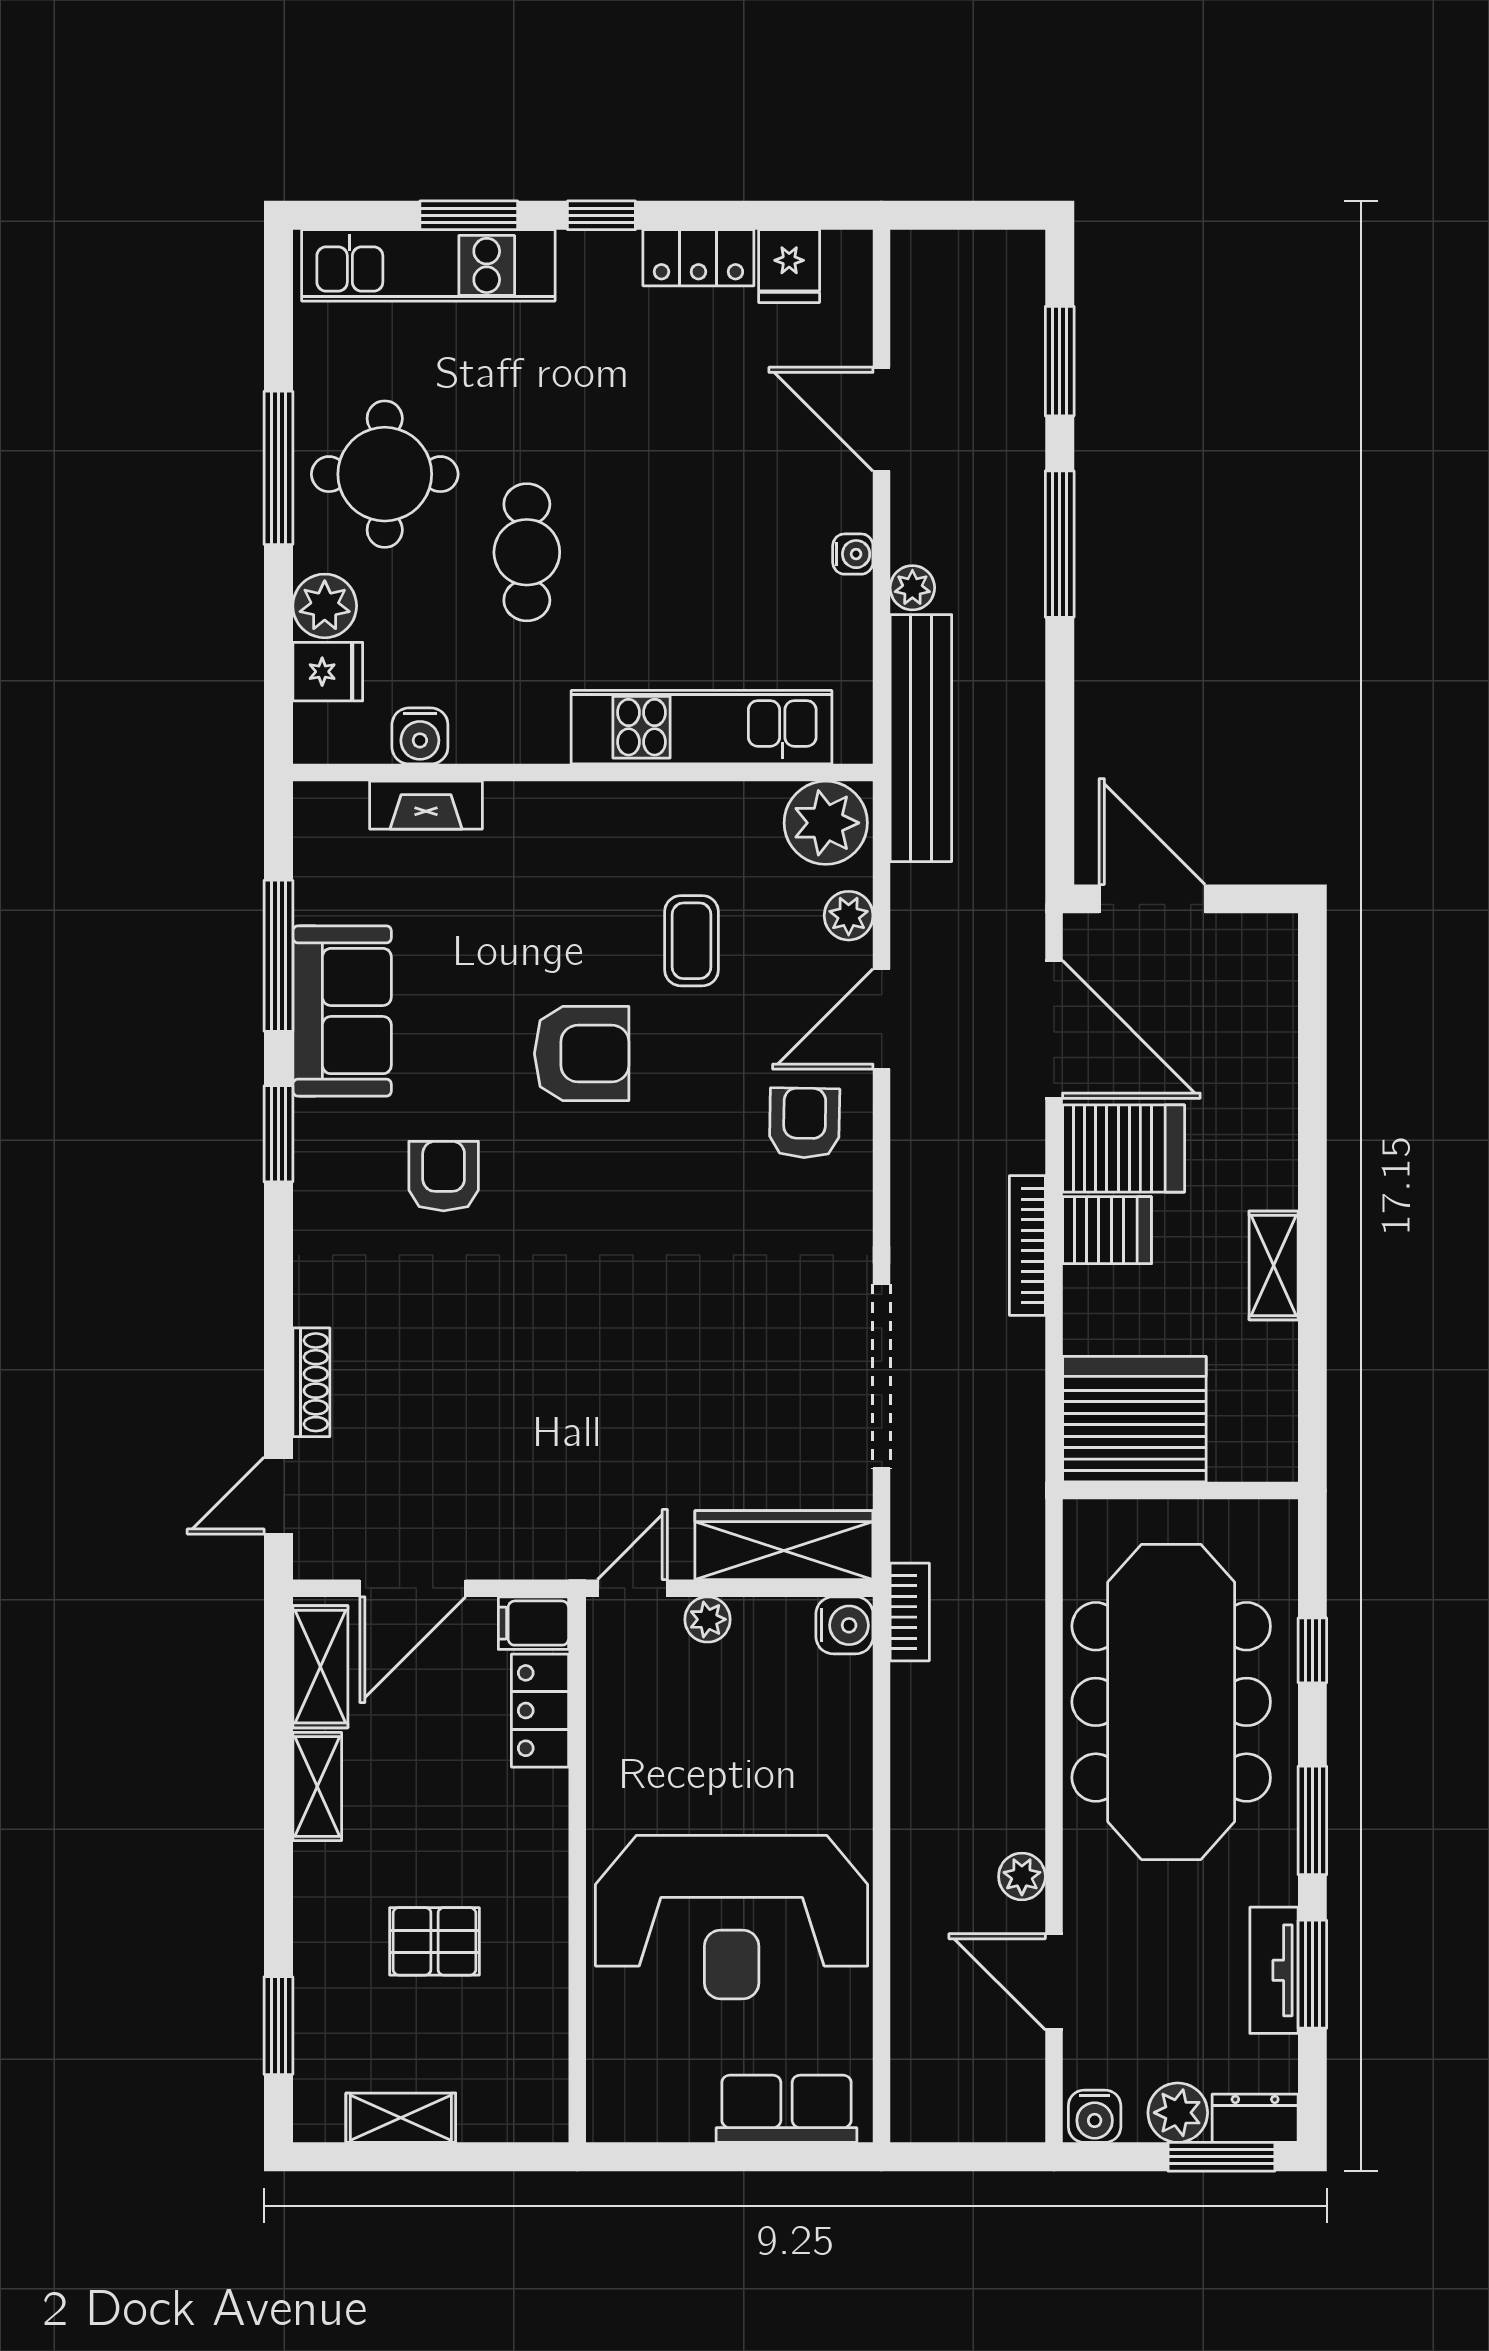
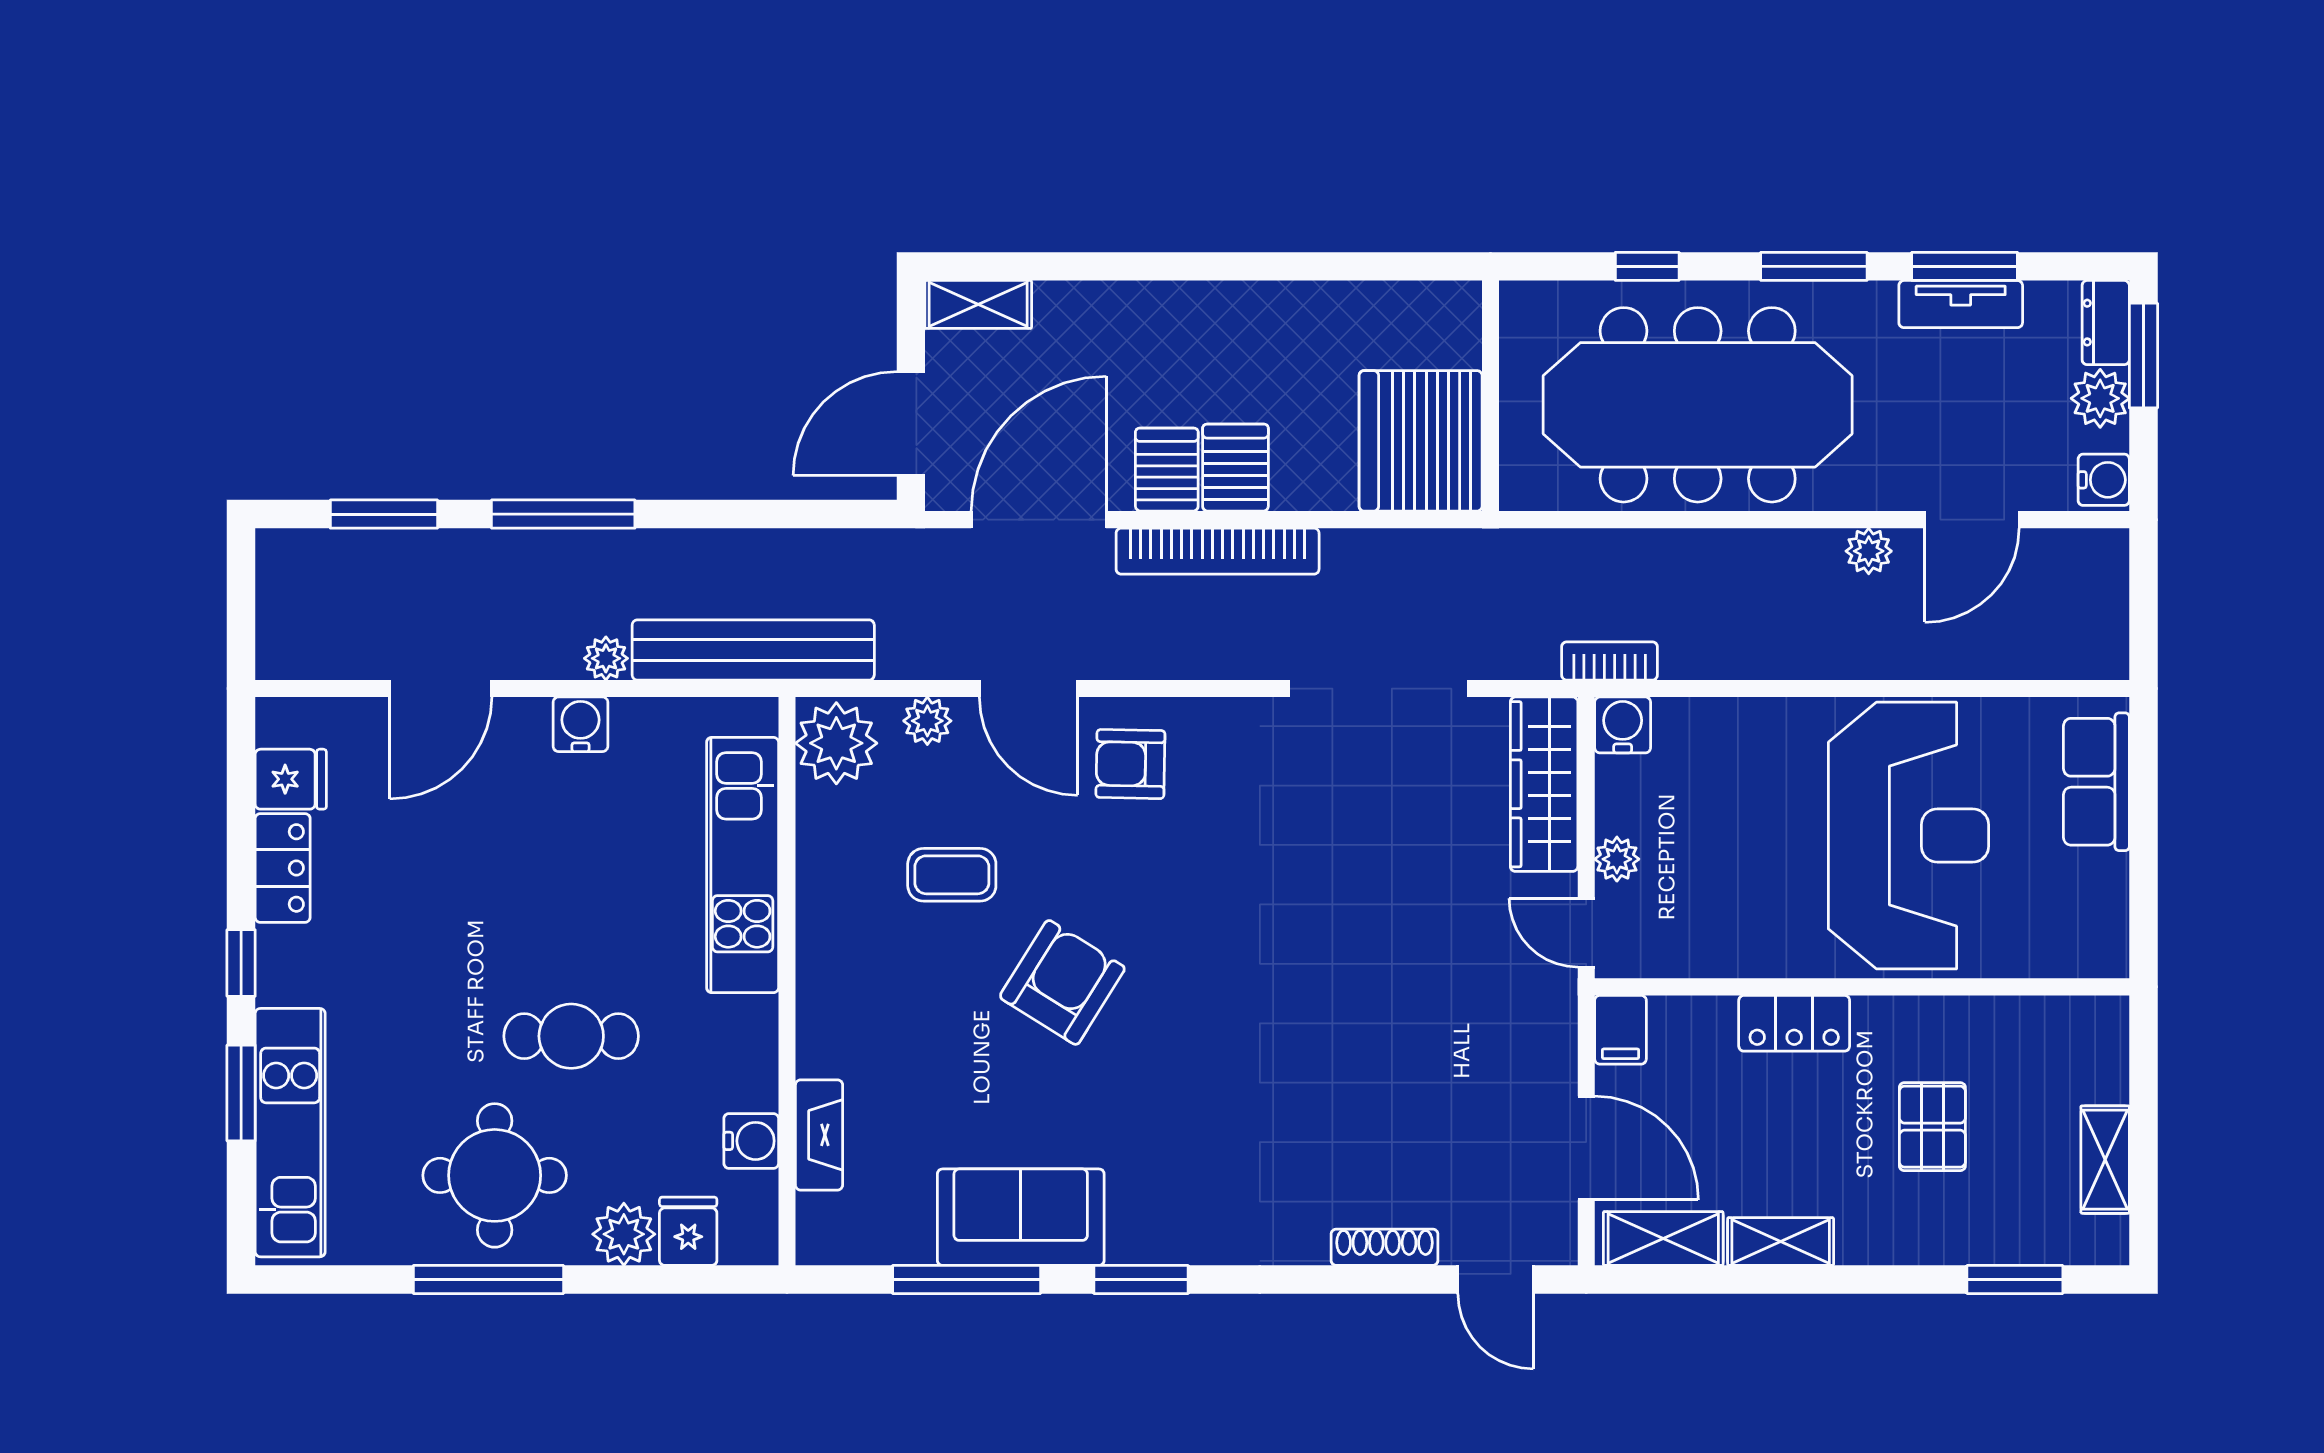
water cooler: (853, 554) -> (580, 724), width x1.38, depth x1.38
armchair: (582, 1054) -> (1062, 982), turned 32
server rack: (1124, 1148) -> (1167, 470), width x0.73, depth x0.70
armchair: (444, 1176) -> (1182, 1118), removed
bookcase: (1027, 1246) -> (1218, 551), width x1.48, depth x1.31
shelving: (1274, 1265) -> (978, 304), moved
locker: (540, 1711) -> (1794, 1023), moved

